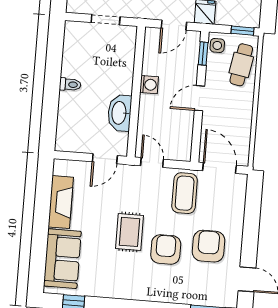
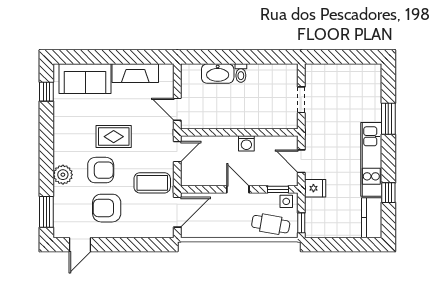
washbasin: (120, 113) -> (218, 74), moved, turned 180
armchair: (209, 246) -> (107, 208), turned 180
plant: (167, 292) -> (63, 175), added

